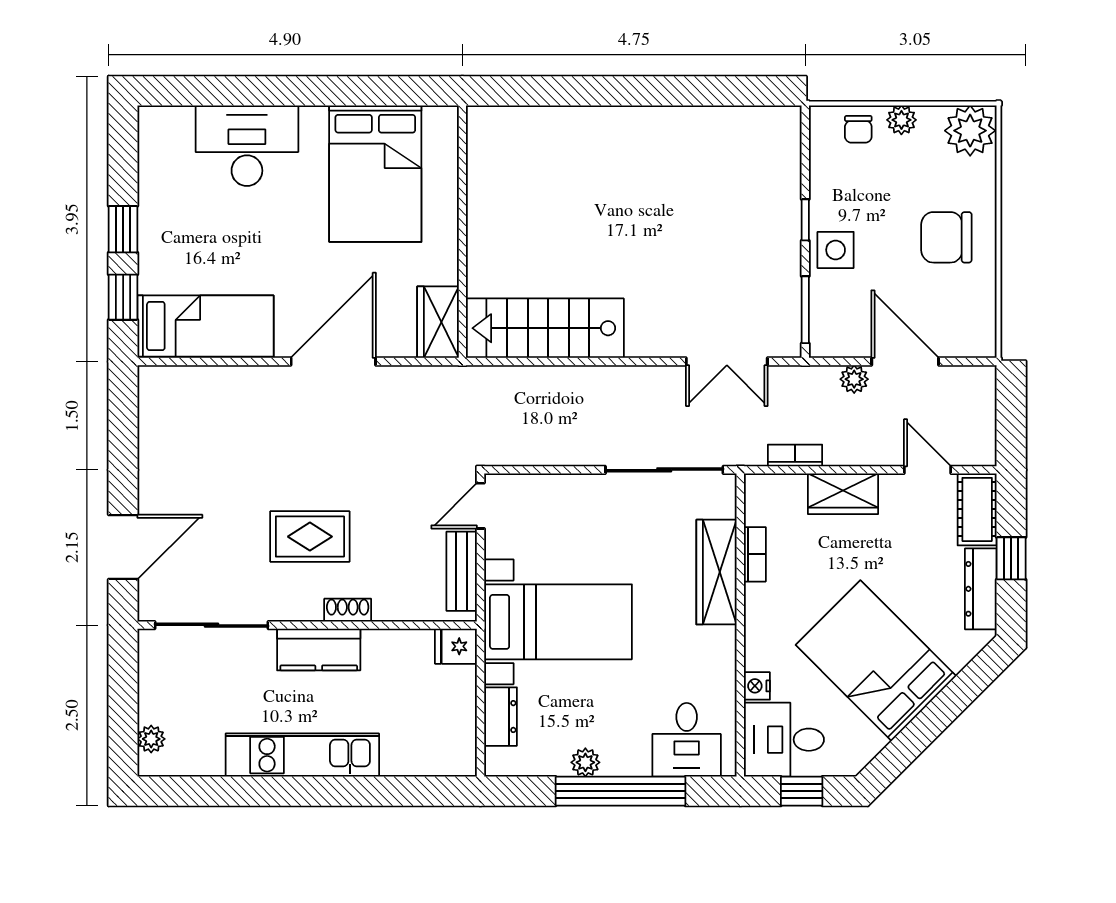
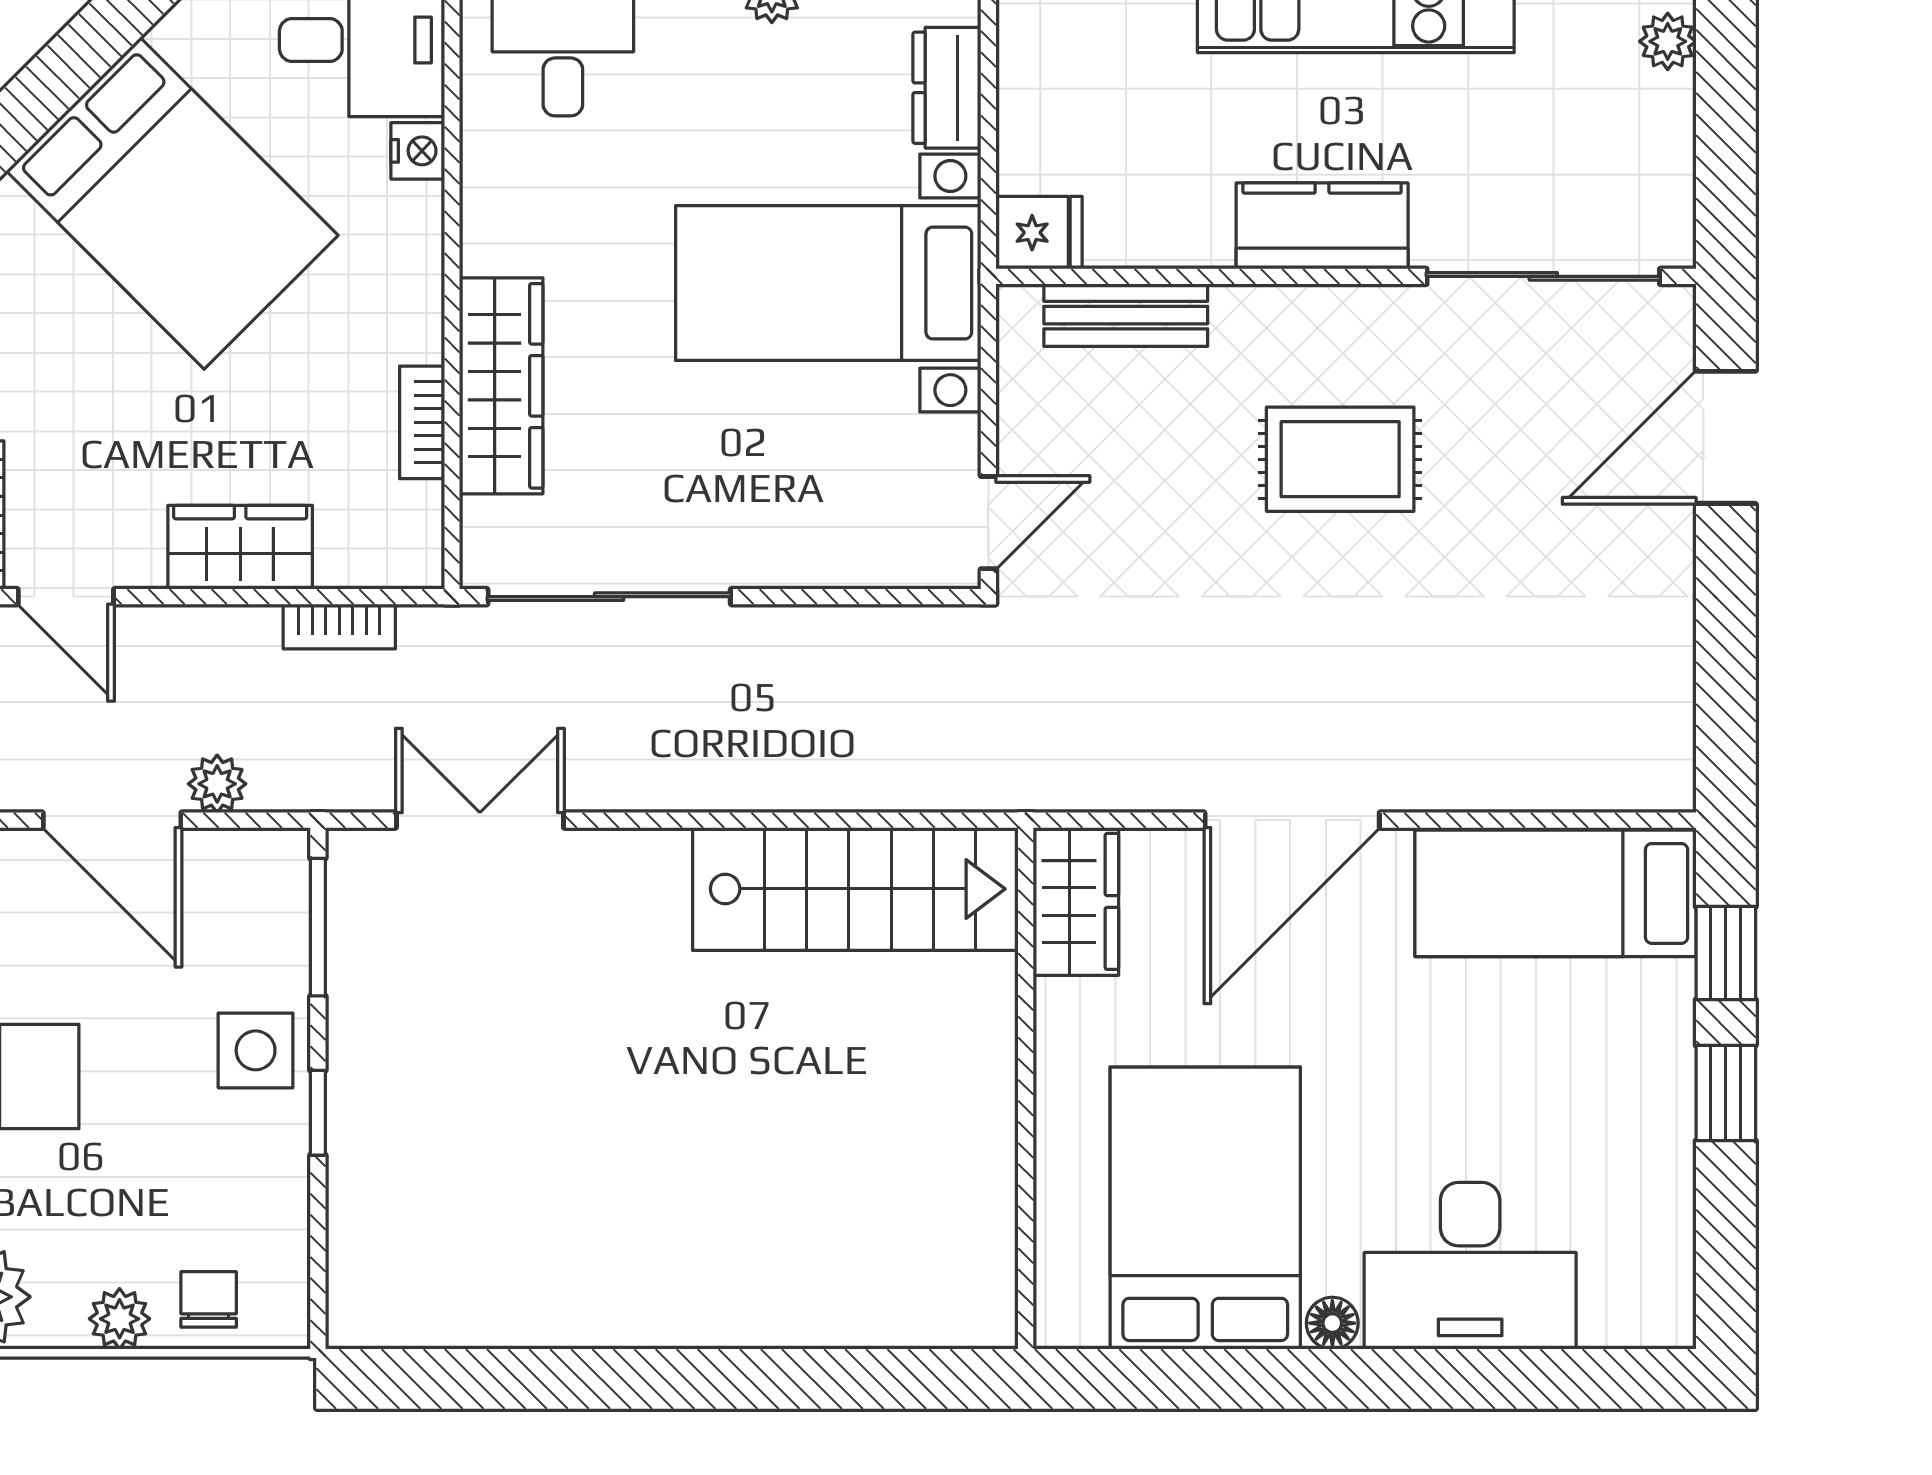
floor lamp: (314, 118) -> (1332, 1323), added
bench: (462, 571) -> (1126, 315), moved, turned 90
shoe rack: (348, 610) -> (1262, 307), removed

